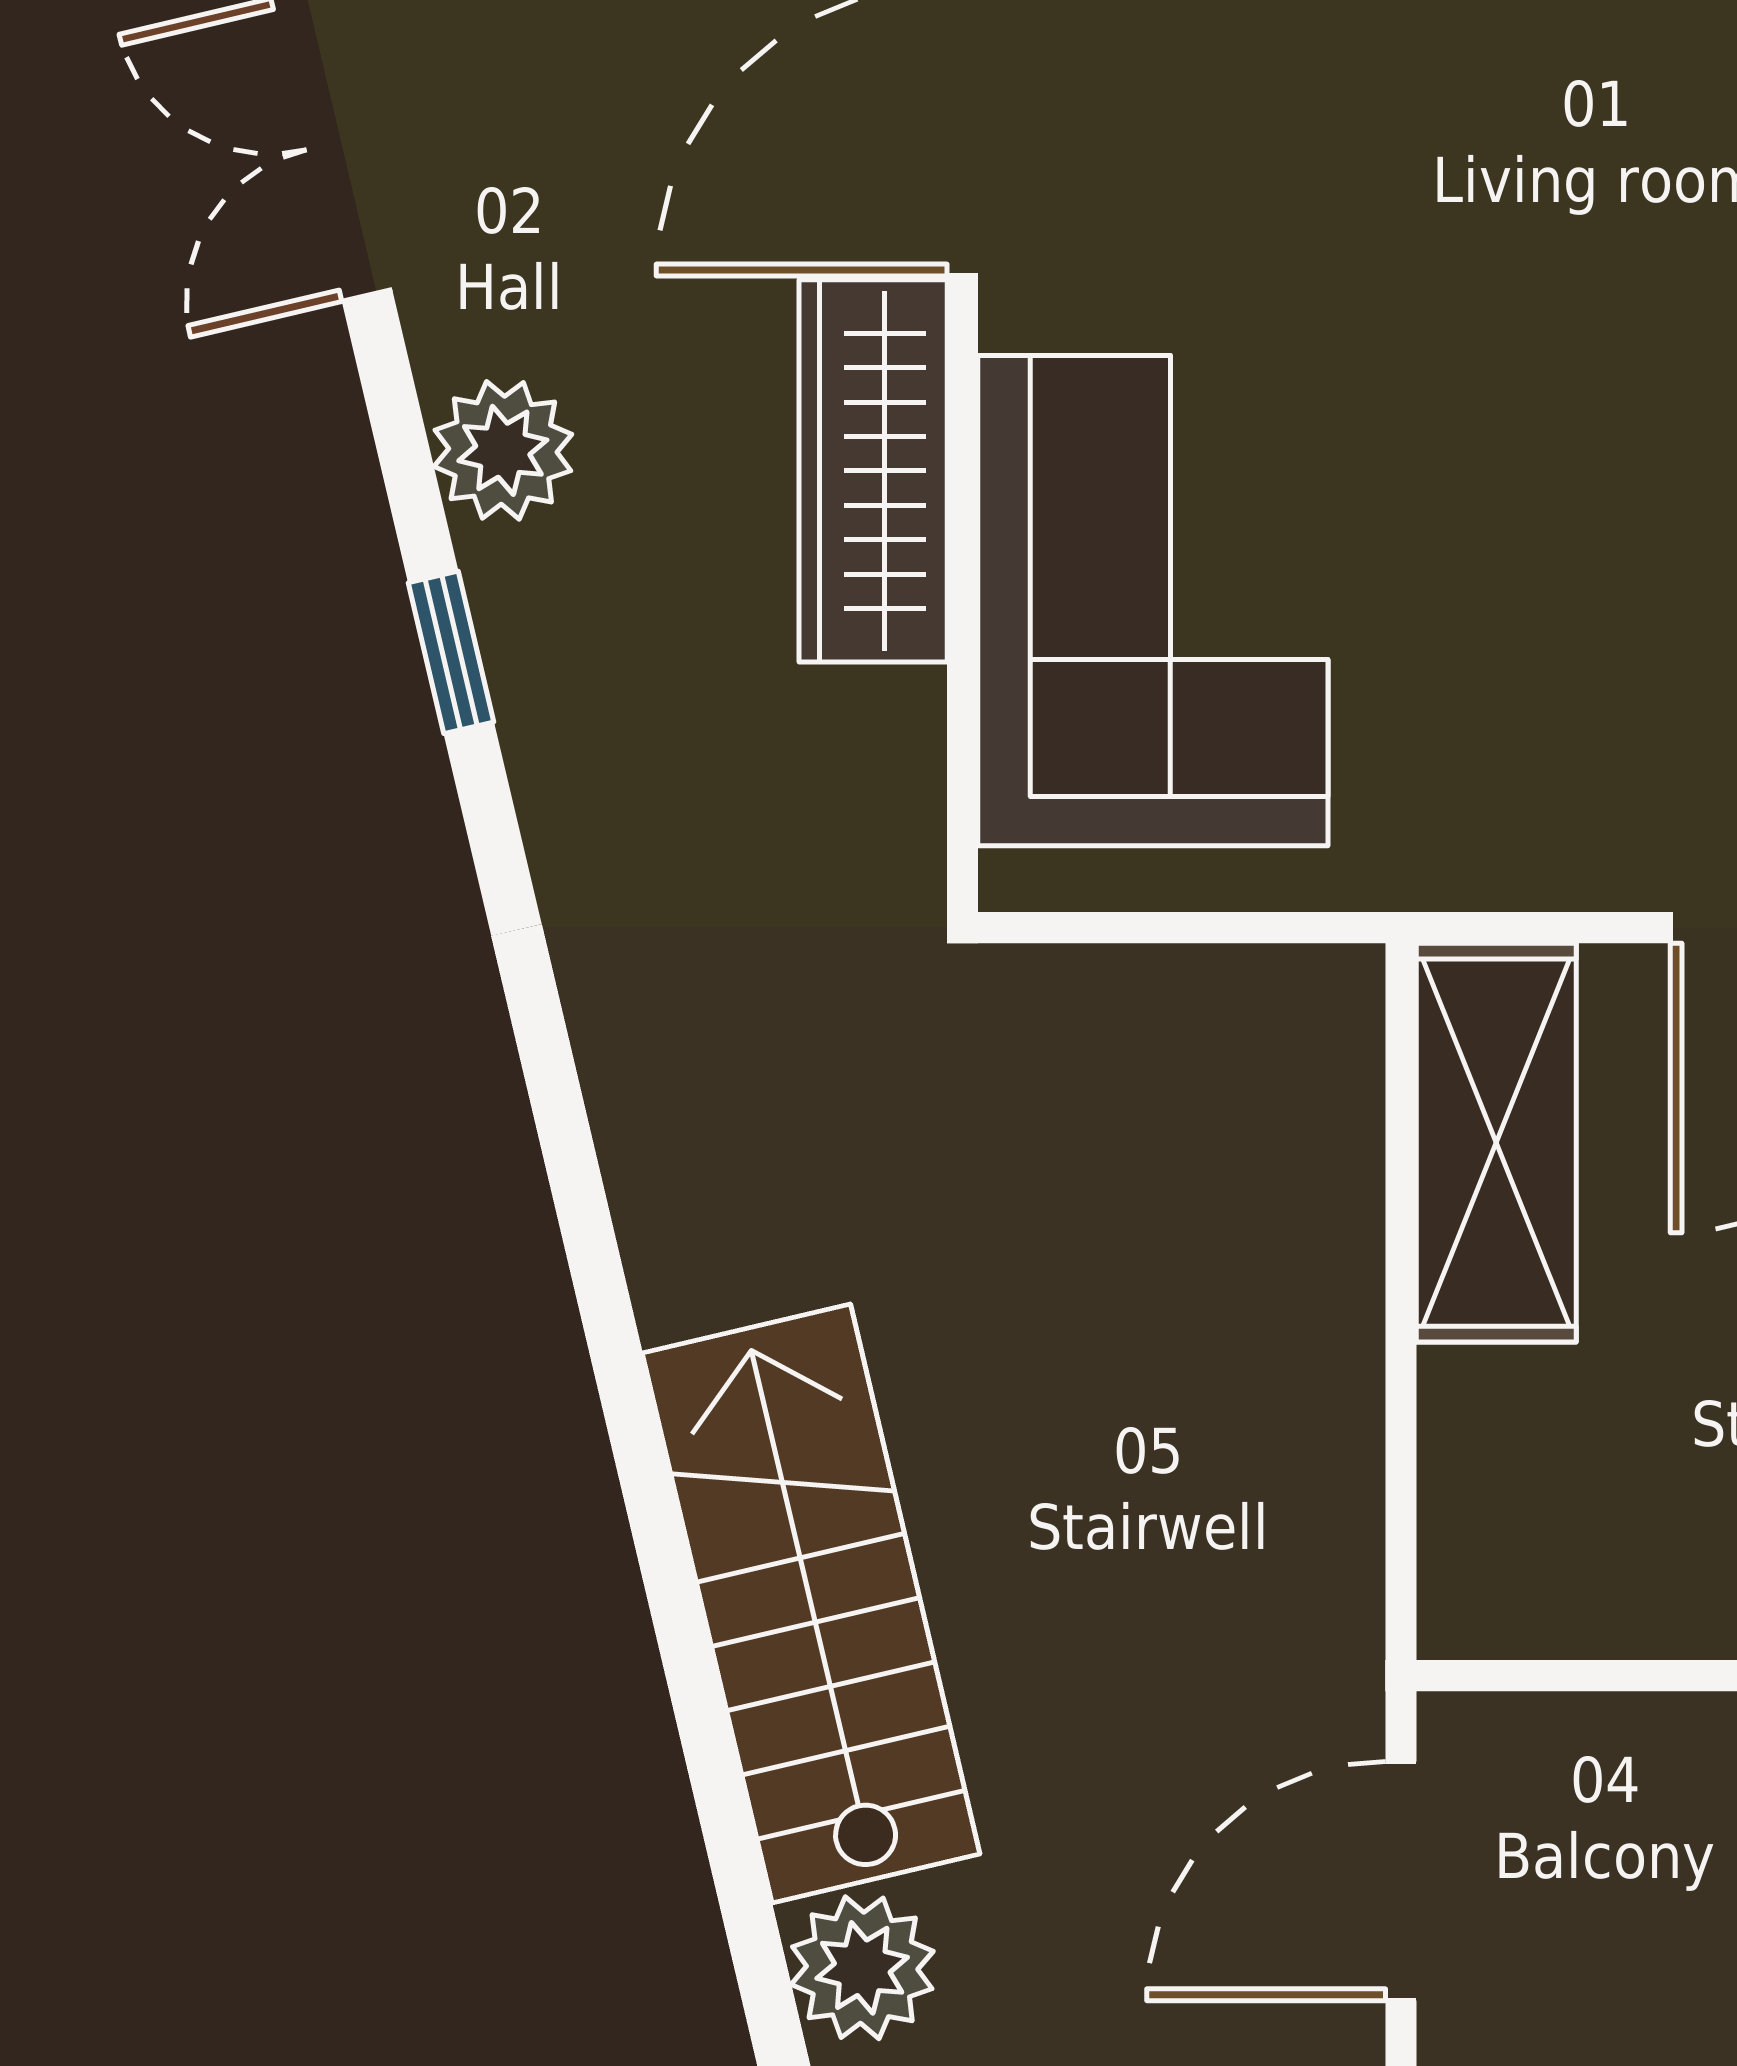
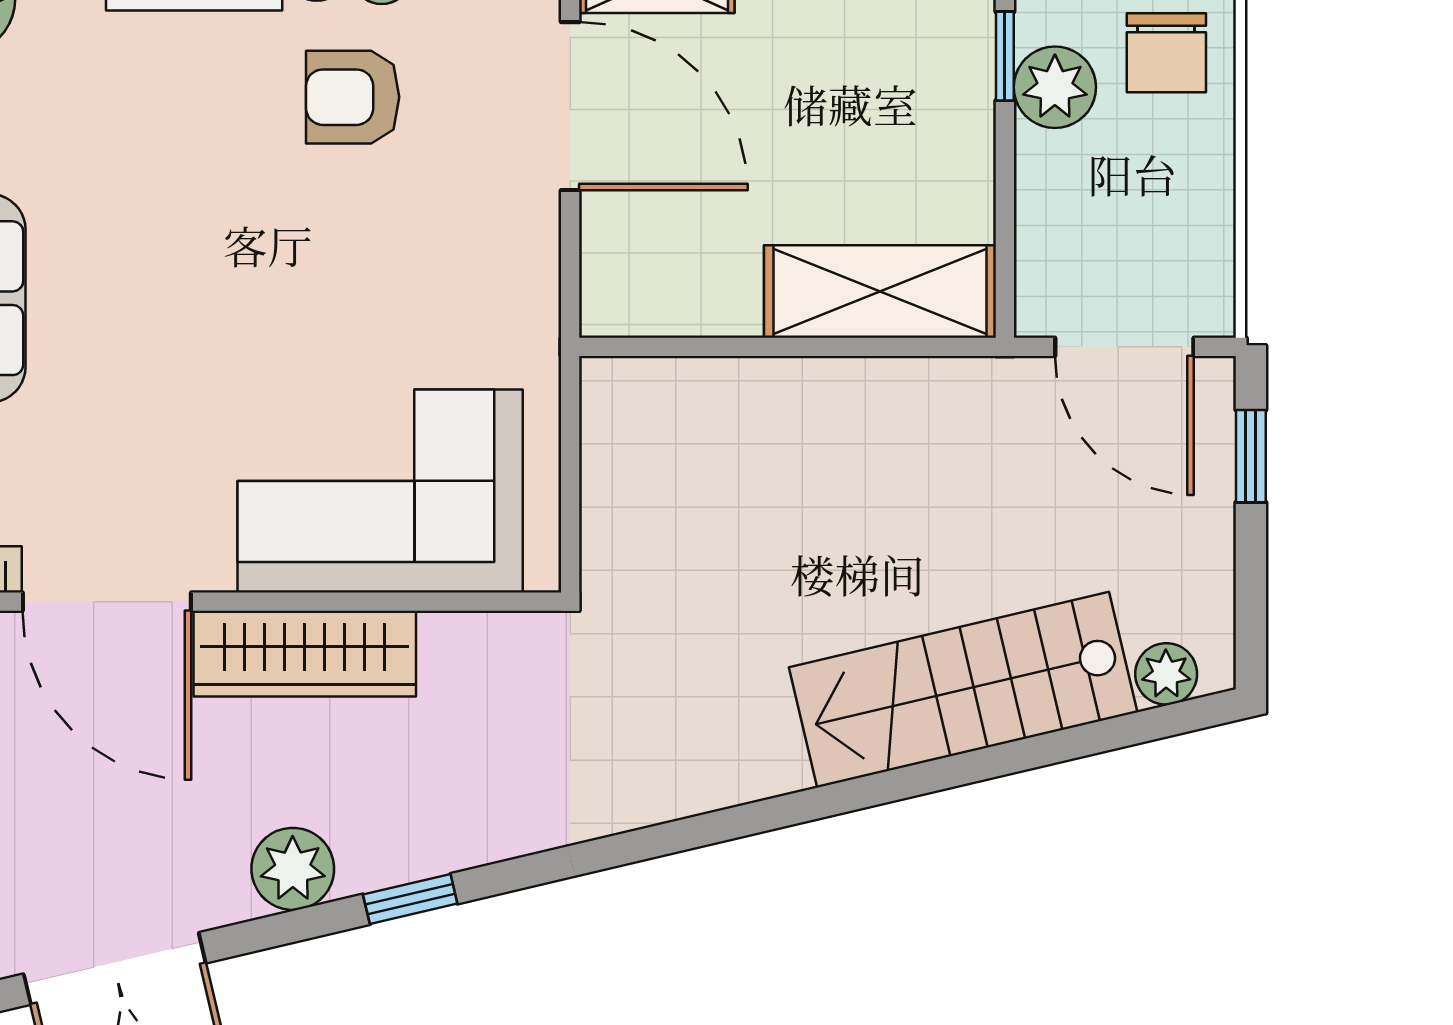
shelving: (1496, 1143) -> (880, 291), moved
plant: (862, 1968) -> (1166, 674), width x0.73, depth x0.73

